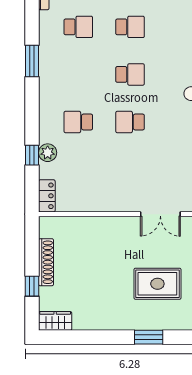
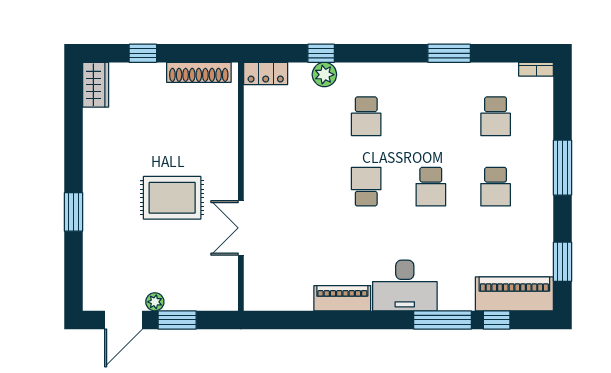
school desk: (78, 122) -> (366, 116), turned 180
shoe rack: (46, 262) -> (199, 72), moved
rug: (157, 284) -> (172, 198), moved, turned 90

